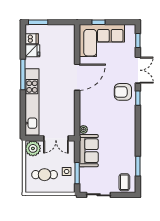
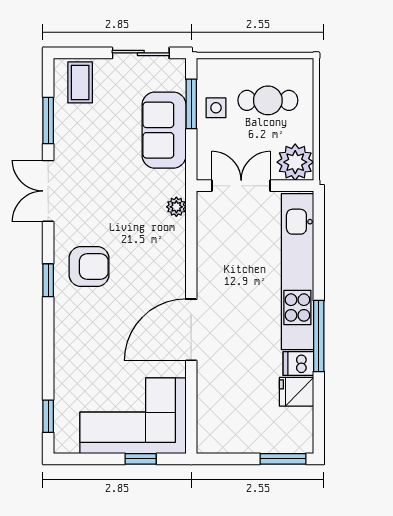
dishwasher: (32, 39) -> (298, 364), moved
double door: (138, 70) -> (48, 191), moved
armchair: (123, 92) -> (89, 267), moved
sofa: (89, 151) -> (164, 130), moved

